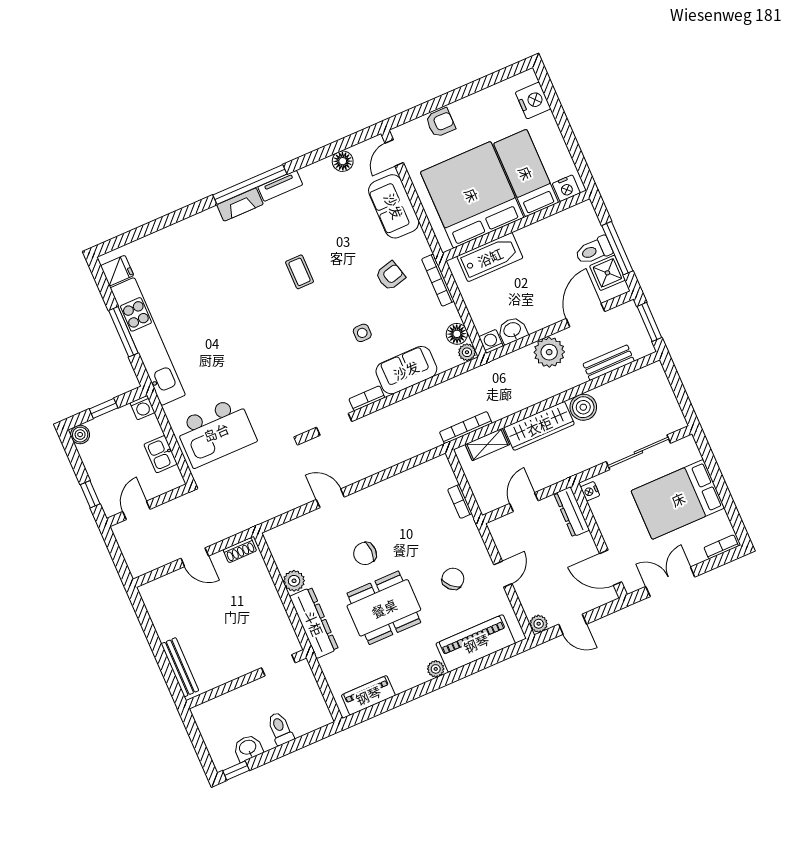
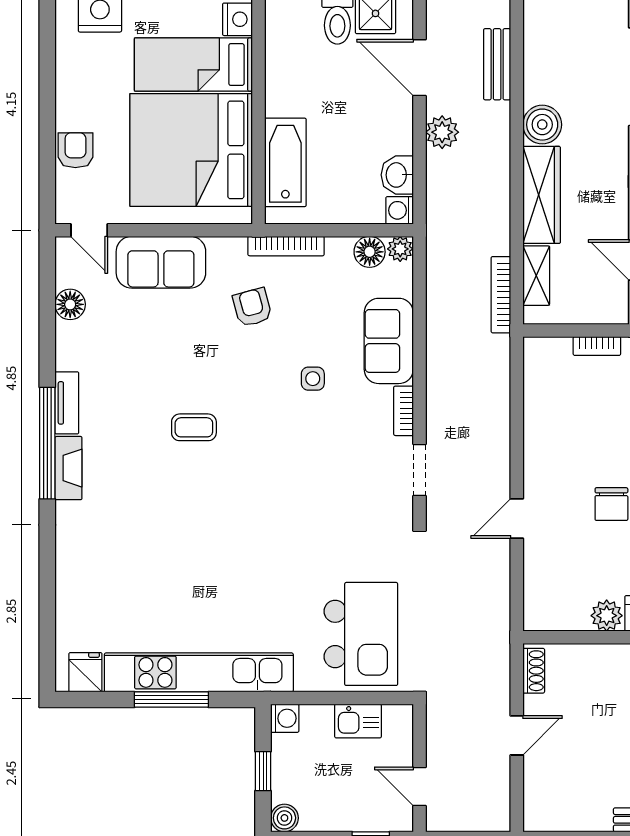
plant: (549, 352) -> (442, 132), width x0.73, depth x0.73

